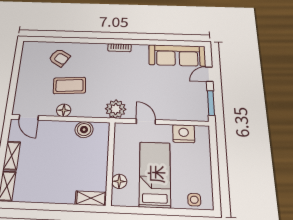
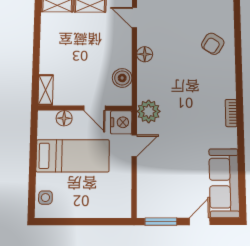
door: (209, 74) -> (200, 221), hinge flipped
coffee table: (69, 85) -> (176, 58), removed
door: (29, 118) -> (134, 18), hinge flipped
nightstand: (184, 134) -> (121, 122), moved
door: (111, 154) -> (95, 108), added

